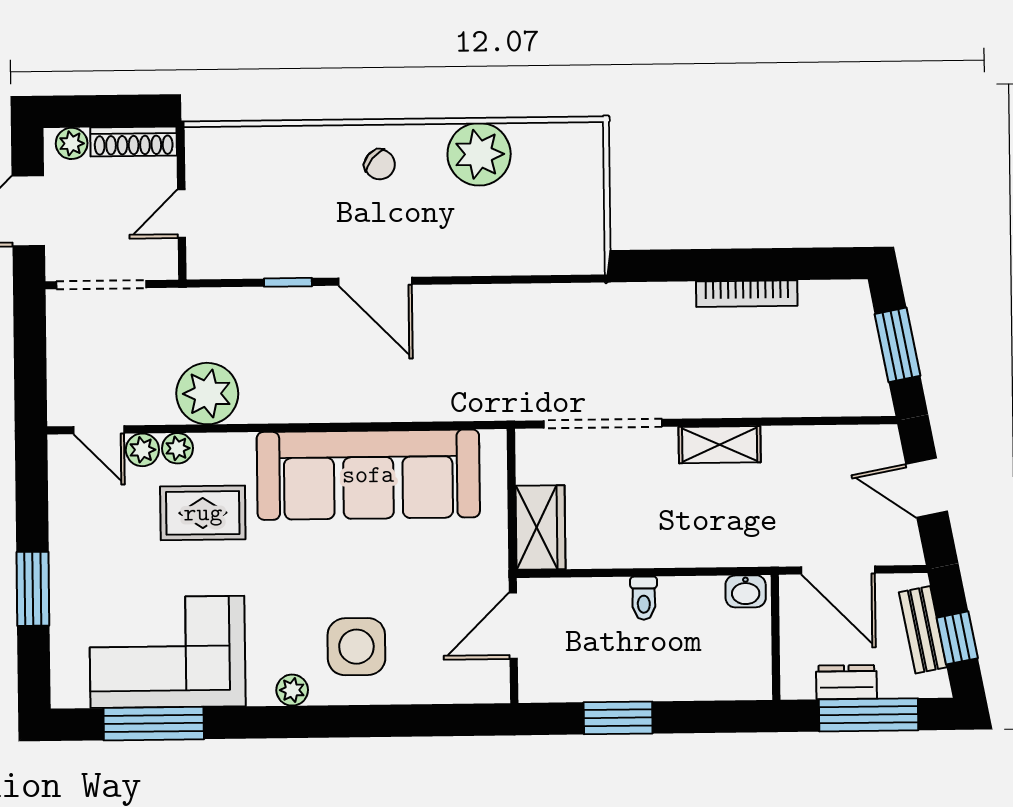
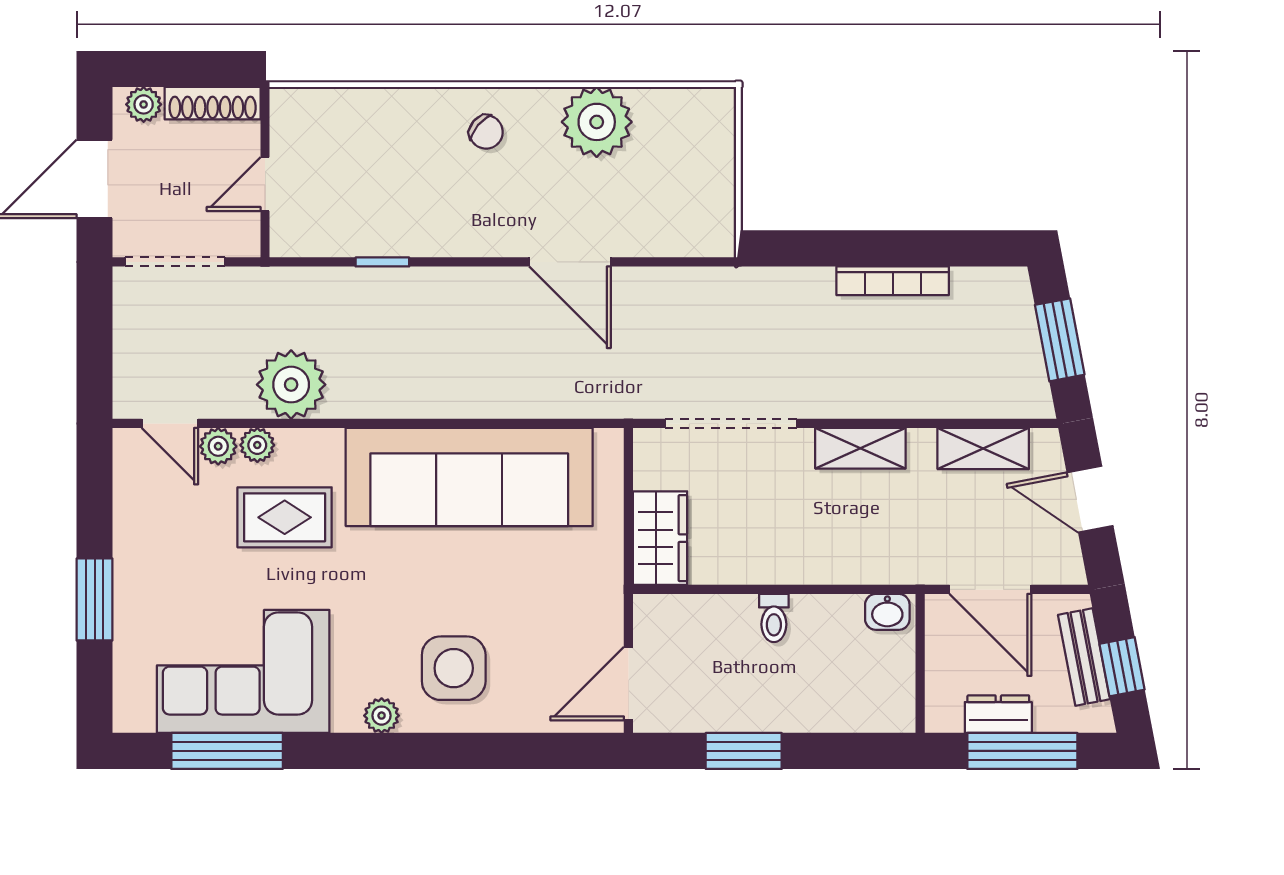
door: (375, 281) -> (570, 262), moved
shelving: (830, 443) -> (983, 448), added
door: (513, 626) -> (628, 684), moved

